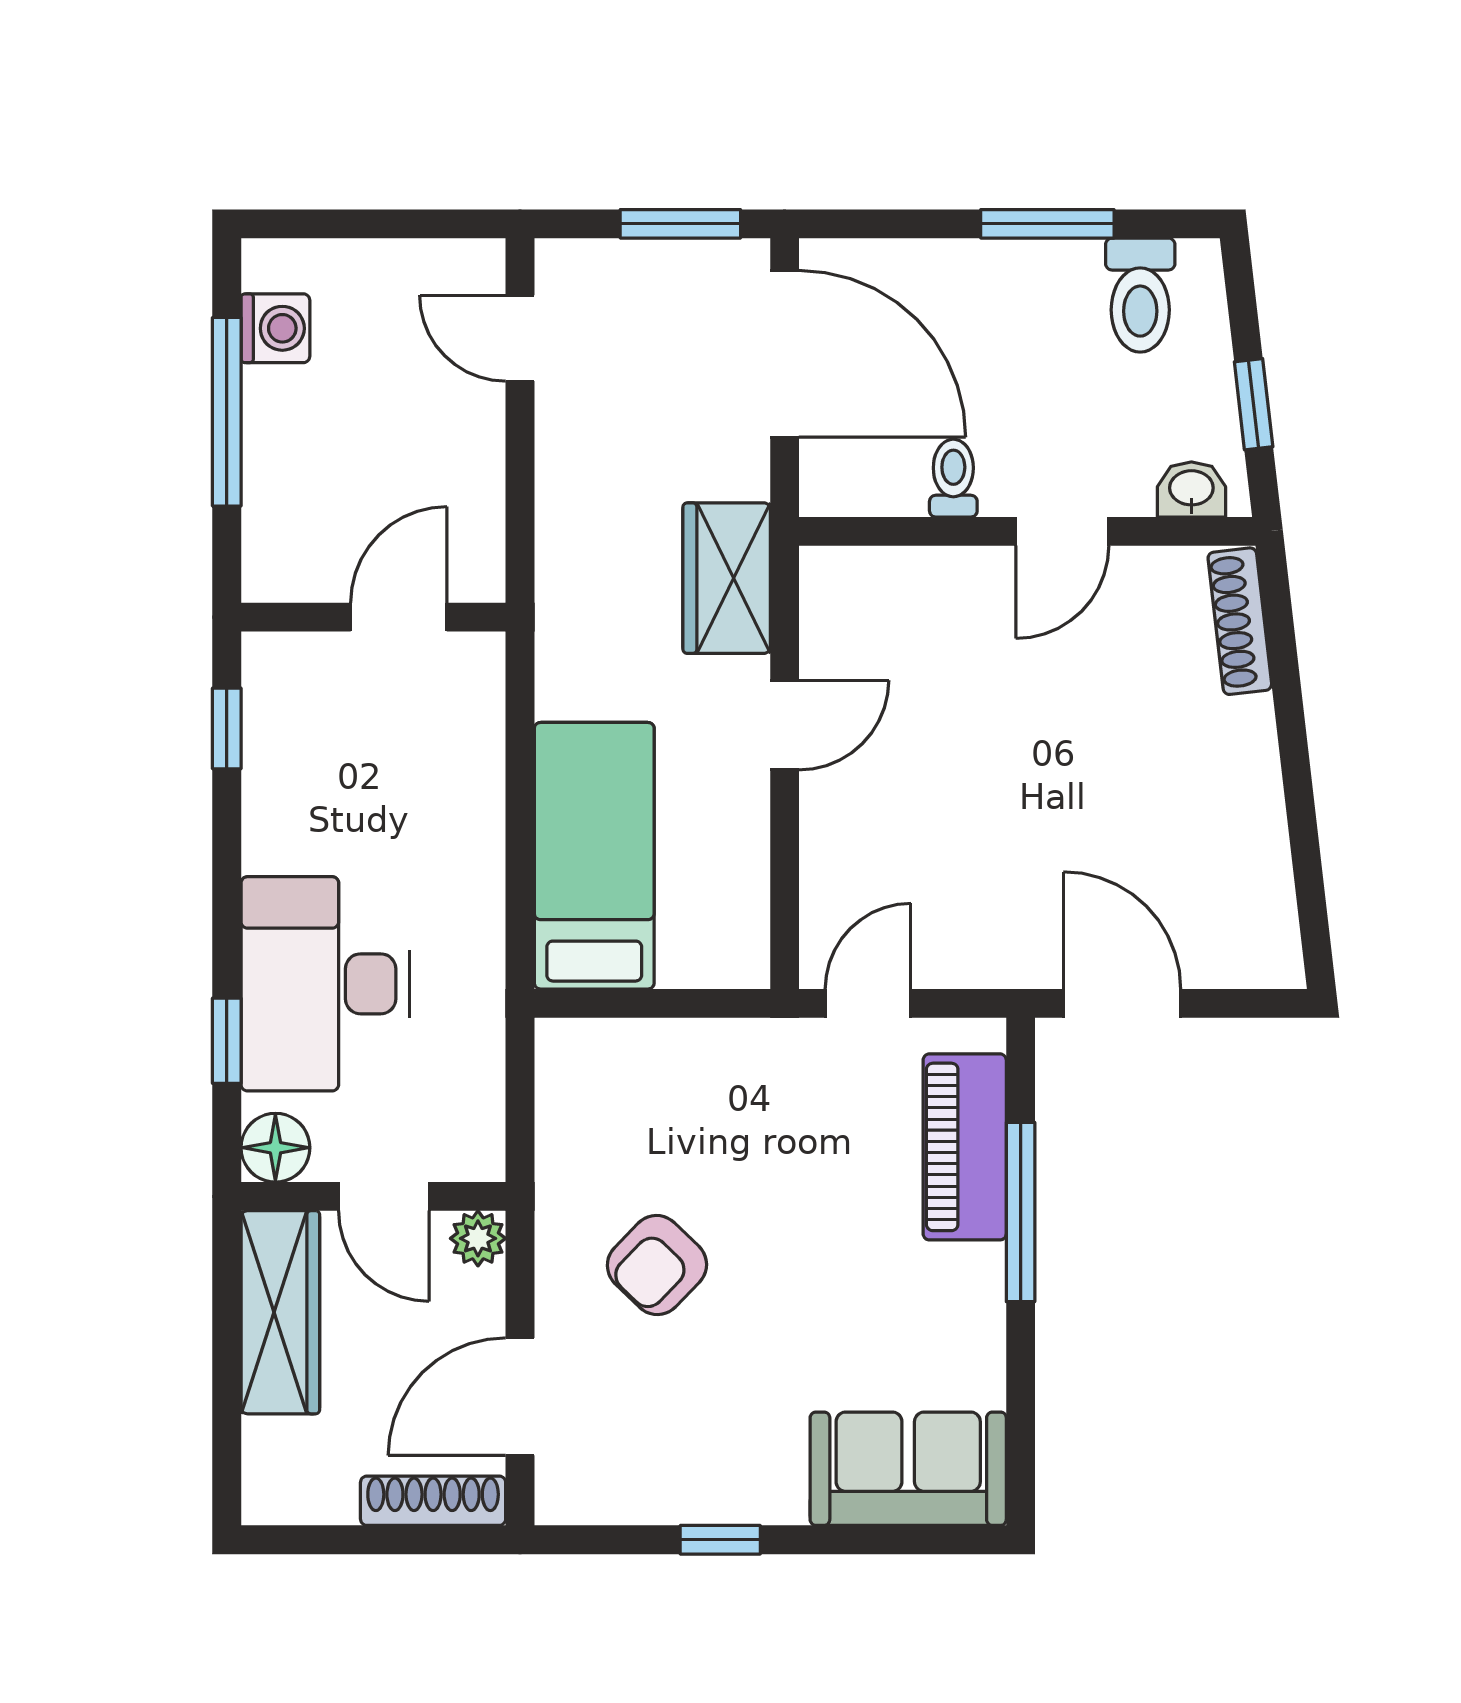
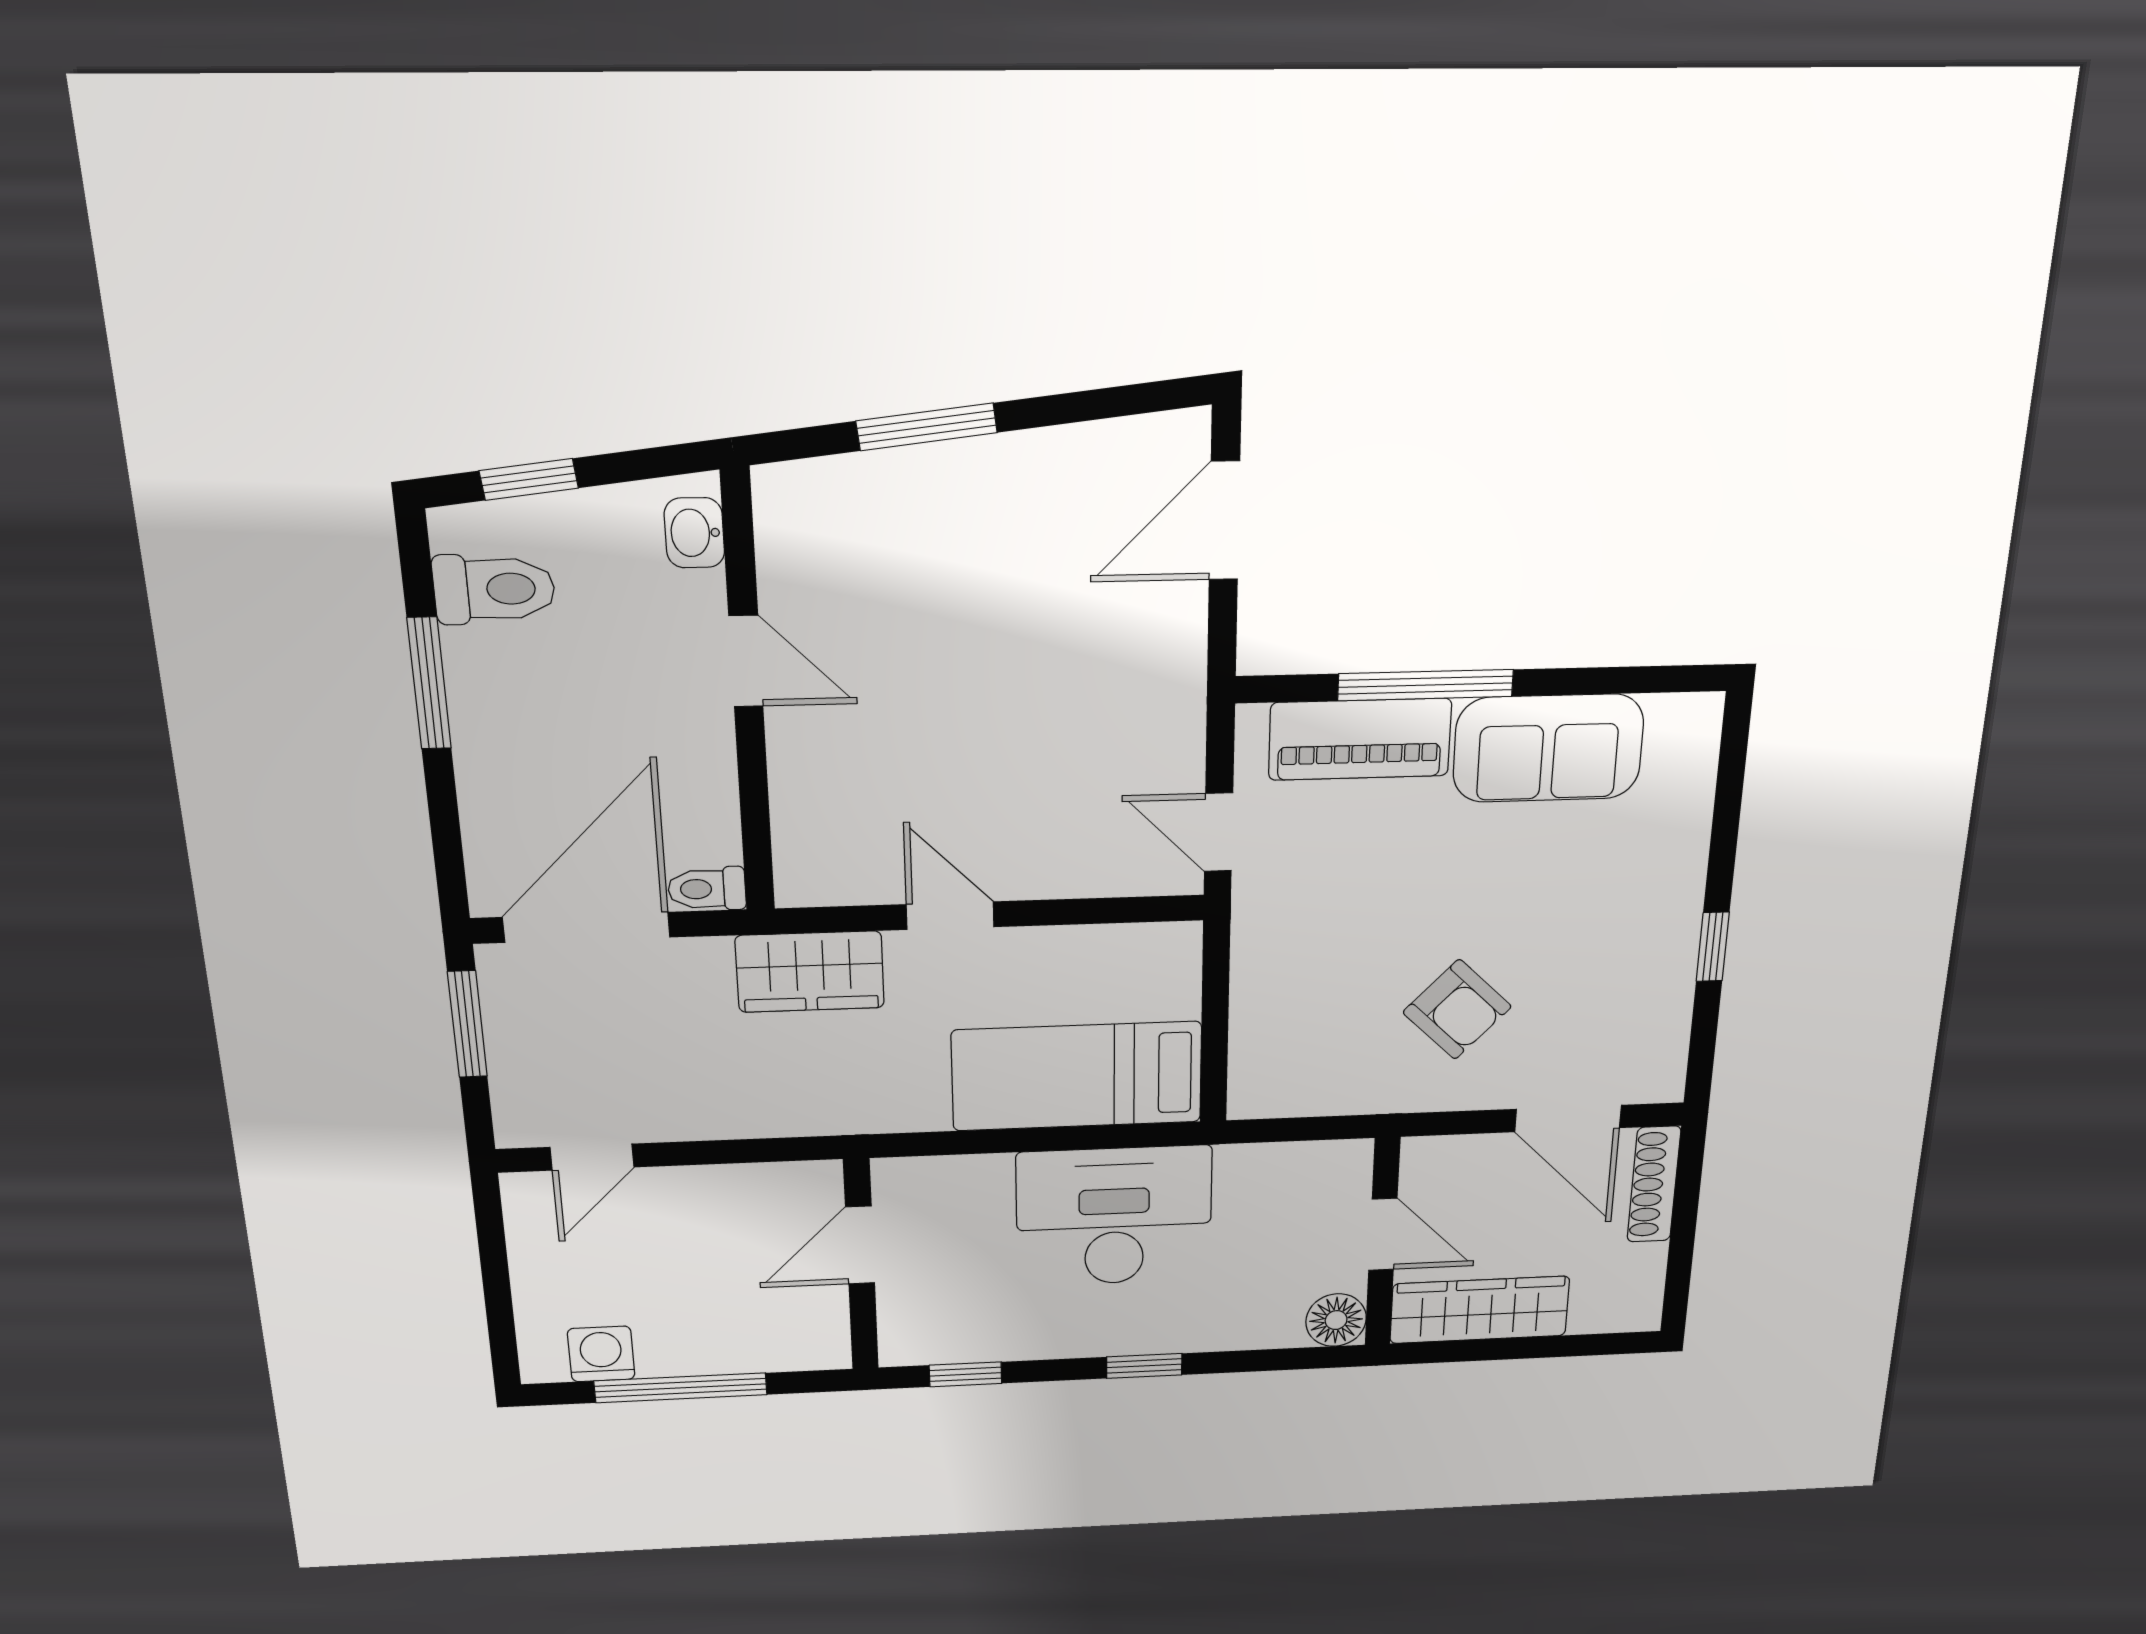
window: (1254, 404) -> (529, 479), moved
toilet: (953, 478) -> (707, 889), moved
door: (399, 617) -> (860, 1245), hinge flipped
shoe rack: (1240, 621) -> (830, 480), removed
window: (1290, 715) -> (927, 427), added
desk: (325, 984) -> (1114, 1216), moved, turned 180
door: (1122, 1003) -> (1224, 521), moved
window: (227, 1041) -> (1144, 1366), moved
door: (384, 1196) -> (1383, 1234), hinge flipped
plant: (478, 1238) -> (1424, 1158), removed
sofa: (908, 1469) -> (1548, 748), moved, turned -90

